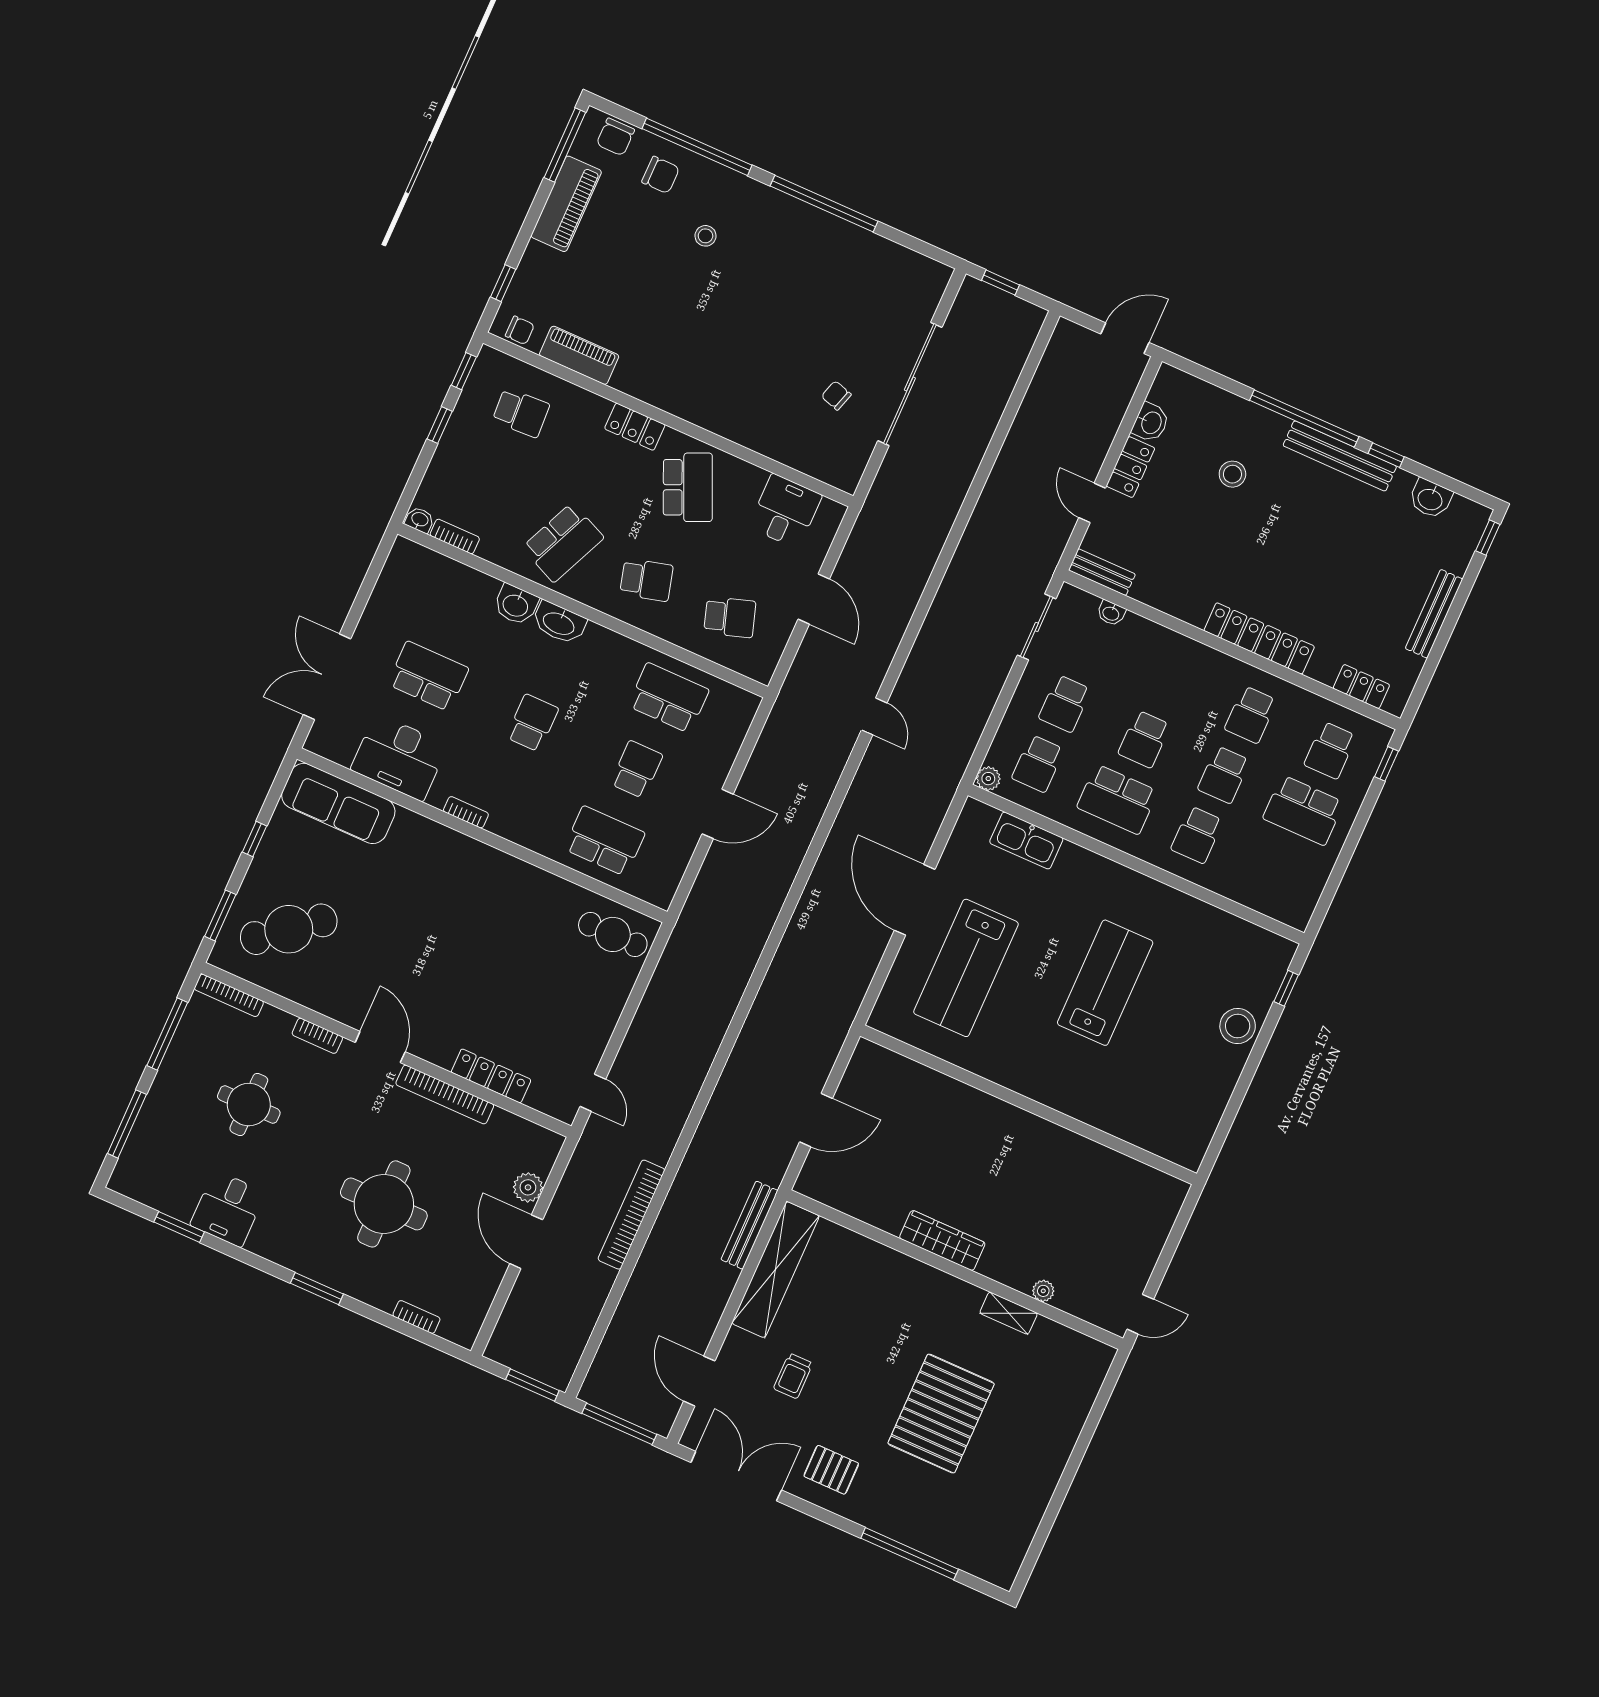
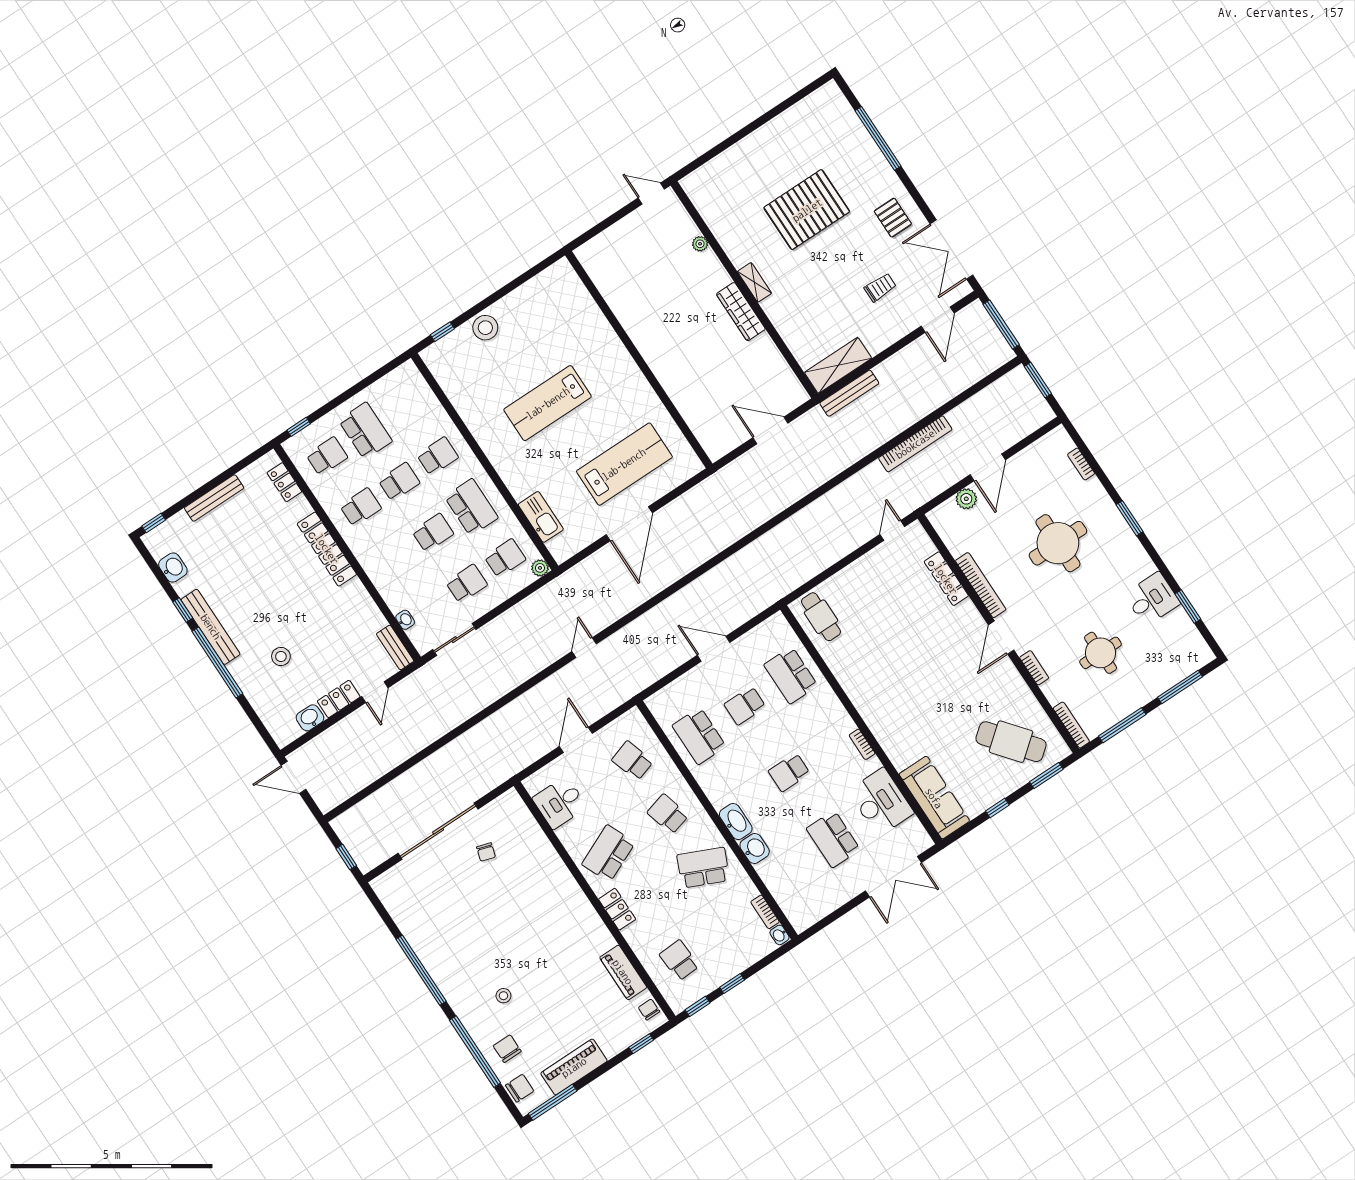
shelving: (776, 1270) -> (838, 365), width x0.68
shelving: (1009, 1313) -> (754, 282), moved

